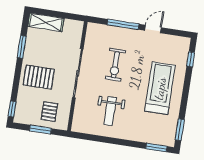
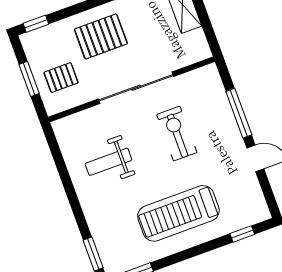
exercise bike: (115, 65) -> (177, 133), turned 90
pallet: (39, 77) -> (101, 36), turned 90
treadmill: (160, 88) -> (178, 213), turned 180

